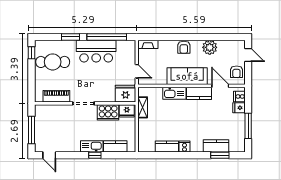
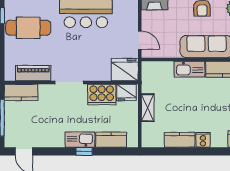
shelving: (143, 107) -> (148, 108), moved
kitchen counter: (47, 111) -> (21, 92), added

